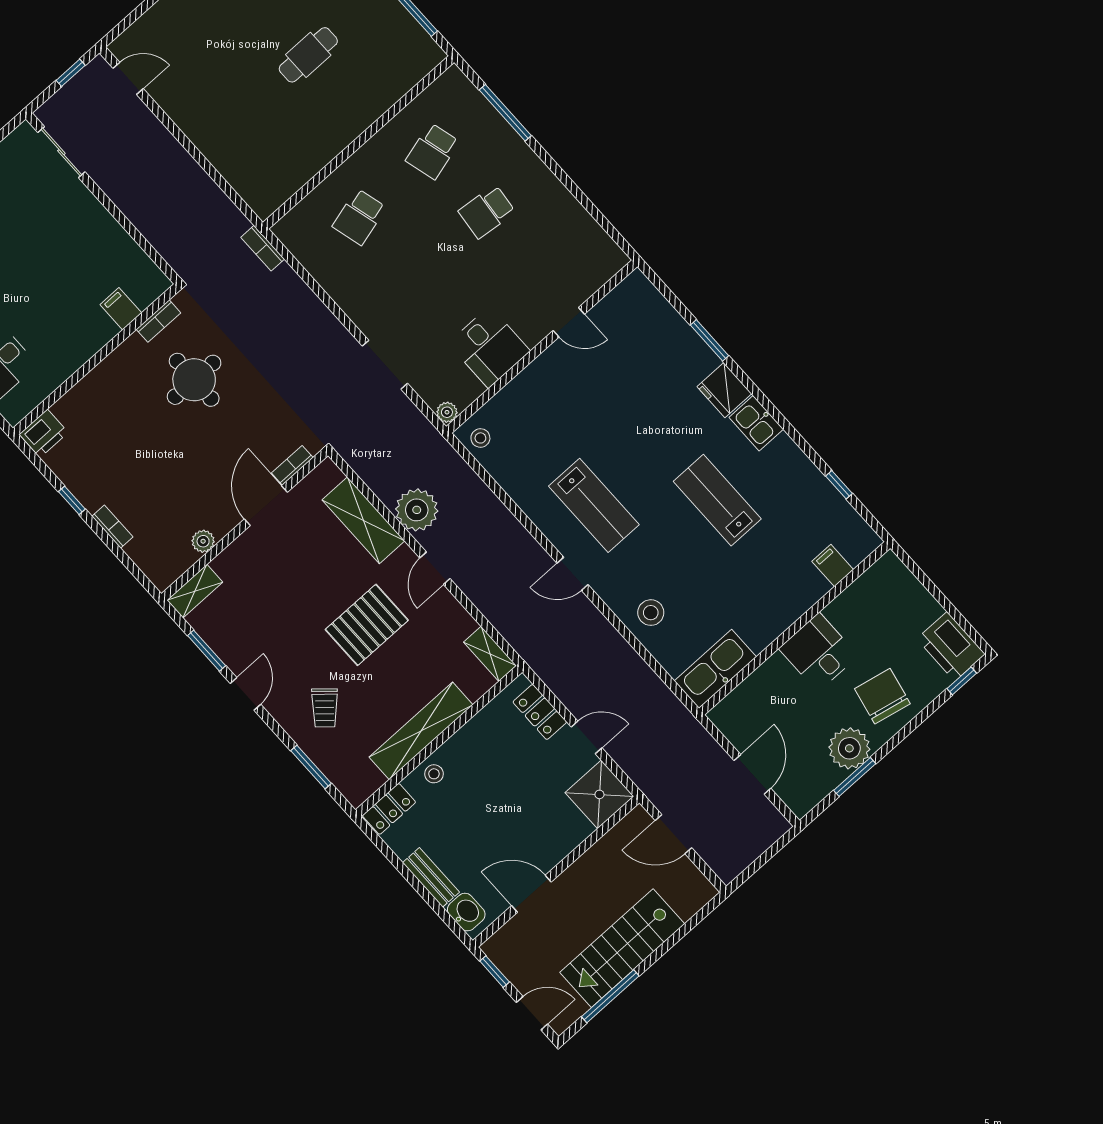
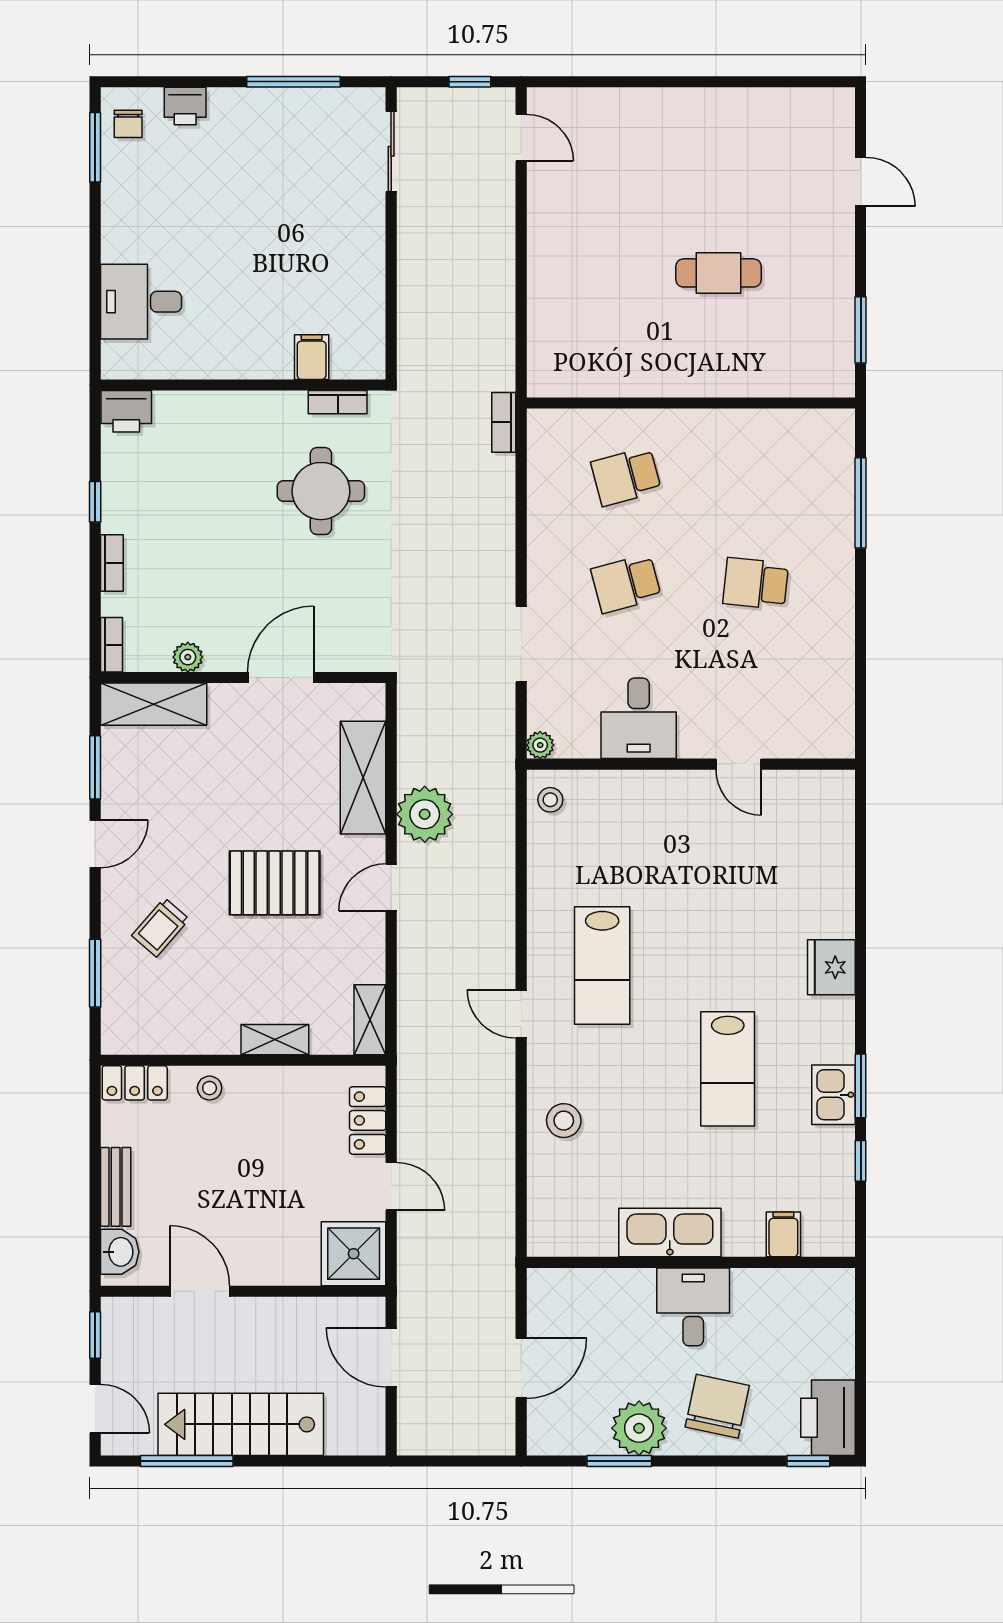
school desk: (433, 151) -> (626, 584), moved
window: (710, 340) -> (861, 1086), moved
kitchen sink: (756, 423) -> (834, 1095), moved
bookcase: (292, 465) -> (111, 645), moved, turned 90
lab bench: (717, 500) -> (728, 1069), turned 180
shelving: (195, 591) -> (154, 704), width x1.50, depth x1.33
kitchen sink: (715, 669) -> (670, 1232), moved
shelving: (421, 731) -> (275, 1040), width x0.45, depth x0.75

